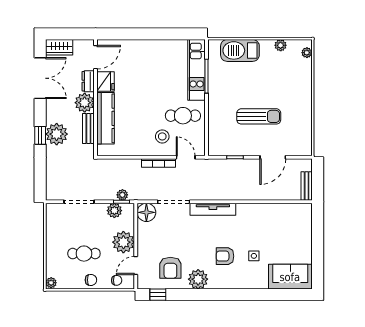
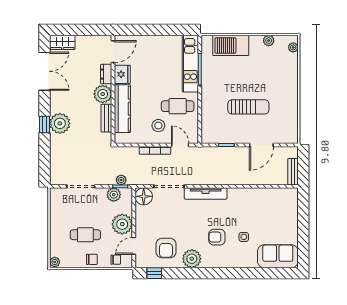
door: (96, 57) -> (113, 52), moved
dresser: (88, 81) -> (106, 74), moved
fridge: (106, 81) -> (122, 74), moved
wall: (96, 98) -> (113, 89), moved
plant: (85, 103) -> (103, 94), moved
kitchen counter: (106, 118) -> (122, 109), moved
bench: (88, 129) -> (106, 118), moved

